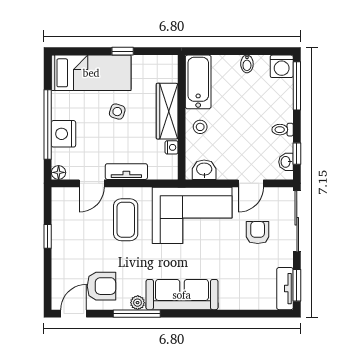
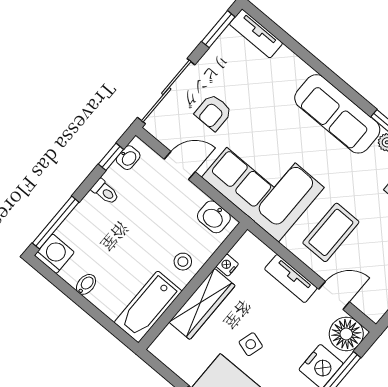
floor lamp: (59, 172) -> (346, 334), width x1.89, depth x1.89
tv unit: (285, 289) -> (256, 34), moved, turned 90

